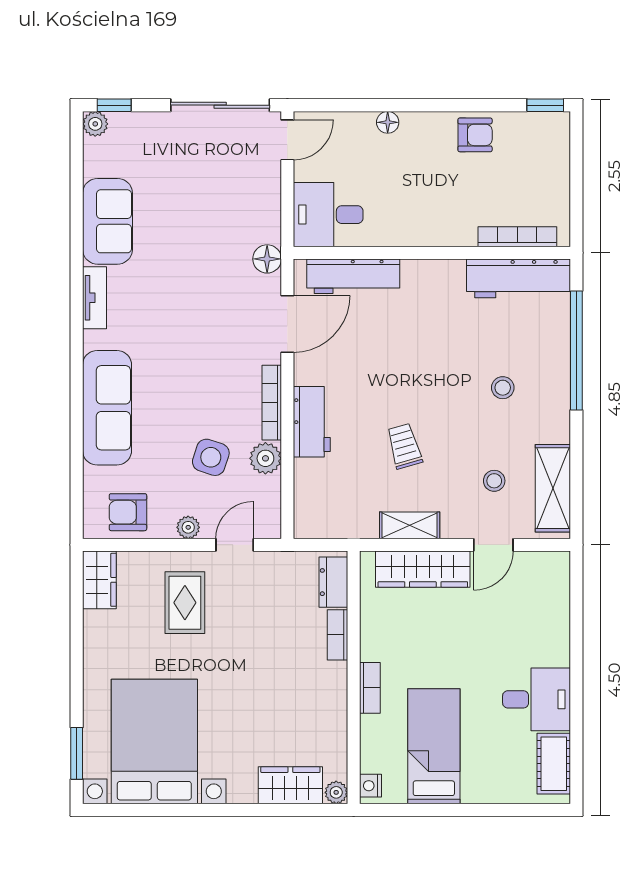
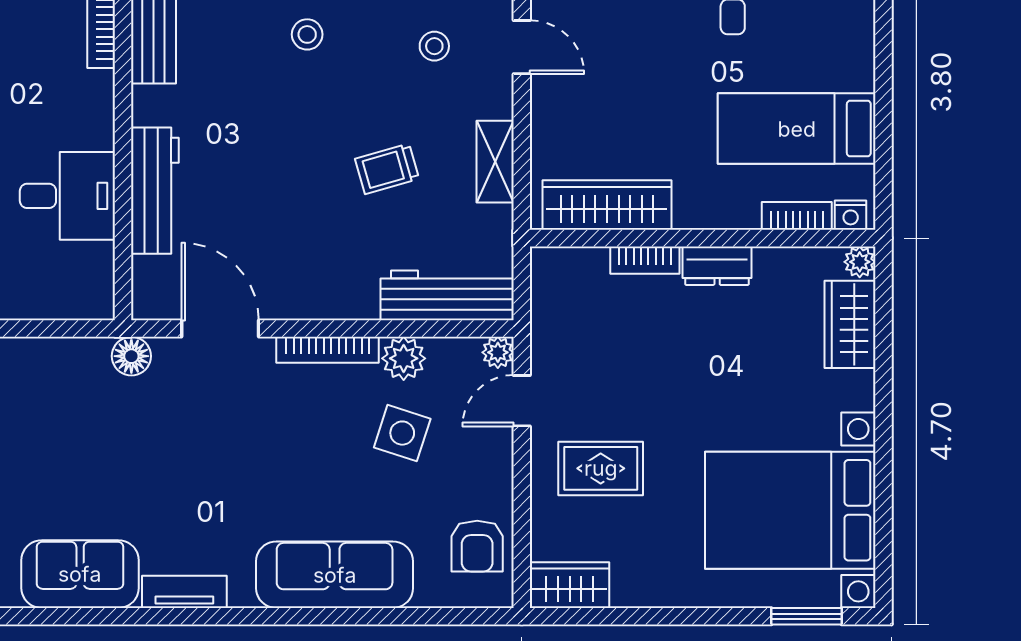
desk: (328, 215) -> (67, 196), moved, turned -90
workbench: (353, 276) -> (155, 191), moved
workbench: (312, 422) -> (447, 295), moved, width x1.38
plant: (188, 527) -> (498, 352), moved
door: (235, 545) -> (522, 401), hinge flipped
wardrobe: (423, 569) -> (607, 205), moved, turned -90
dresser: (333, 582) -> (717, 266), moved
bookcase: (370, 688) -> (797, 216), moved

